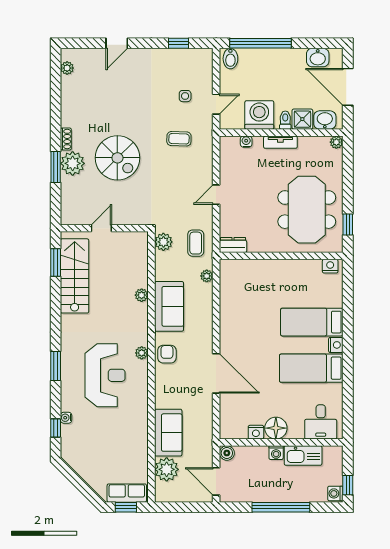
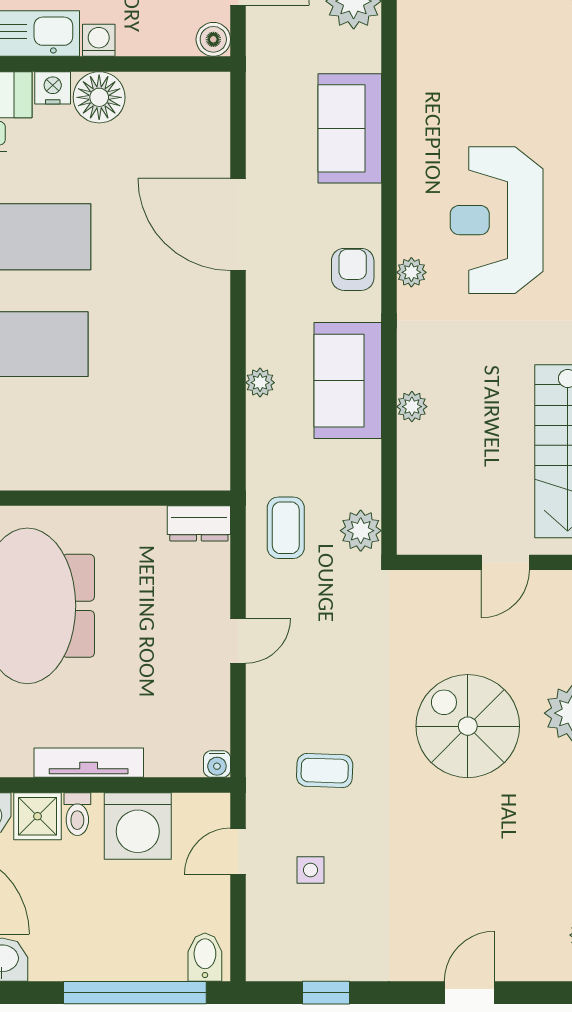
water cooler: (246, 142) -> (217, 764), moved
tv unit: (280, 142) -> (89, 763), width x1.41
plant: (207, 276) -> (260, 383), moved
armchair: (167, 354) -> (353, 269), turned 180
nightstand: (256, 432) -> (53, 88), moved
sofa: (168, 433) -> (350, 128), moved

